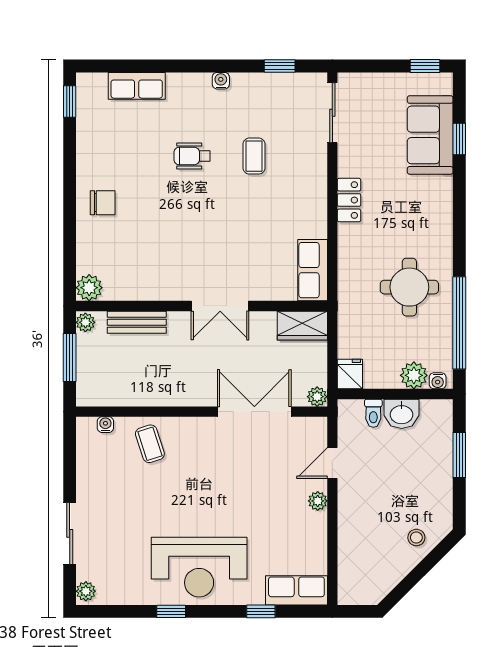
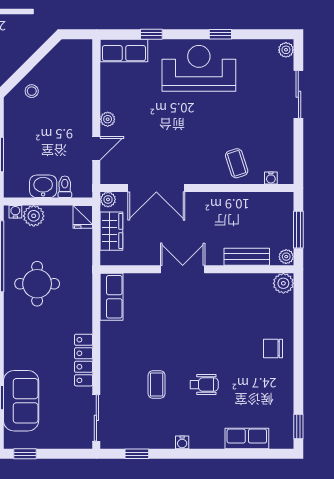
locker: (349, 200) -> (84, 360), width x1.53
wardrobe: (302, 326) -> (111, 231), moved, turned 90

